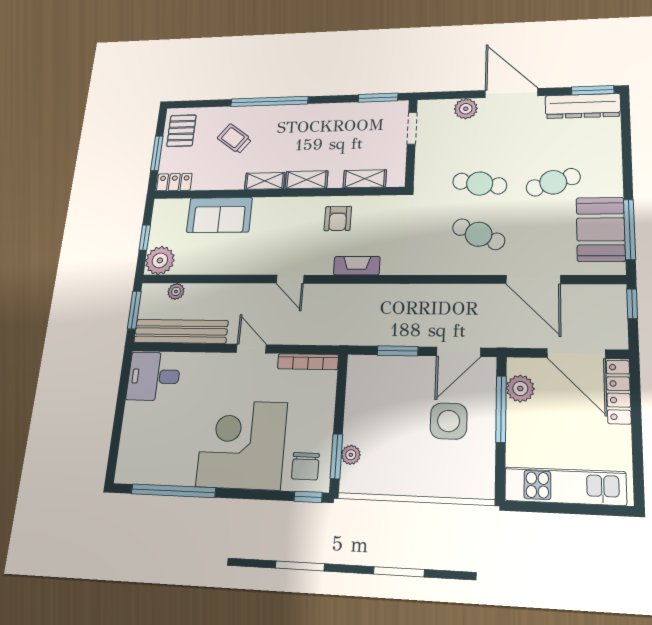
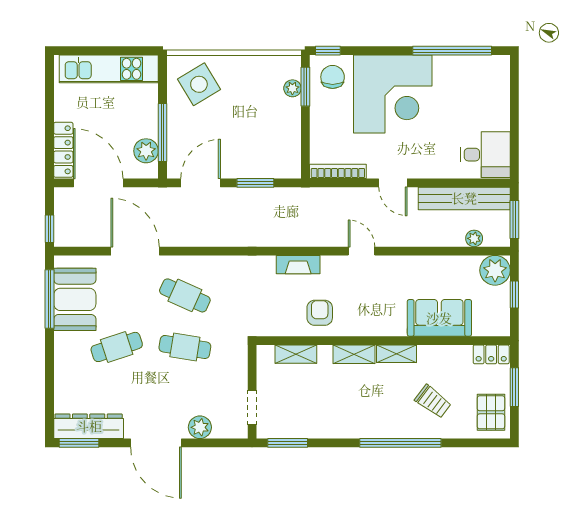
side table: (449, 421) -> (199, 84), moved, turned -31

